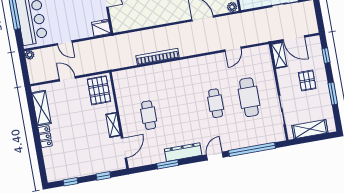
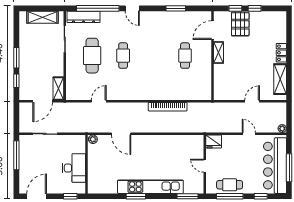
door: (294, 38) -> (43, 101), swing flipped
door: (67, 79) -> (252, 101), swing flipped
pallet: (307, 81) -> (37, 61), removed
pallet: (99, 90) -> (240, 24), moved
window: (333, 94) -> (16, 58), moved
dresser: (183, 152) -> (84, 17), moved
door: (215, 156) -> (132, 8), hinge flipped
window: (70, 182) -> (255, 8), moved

